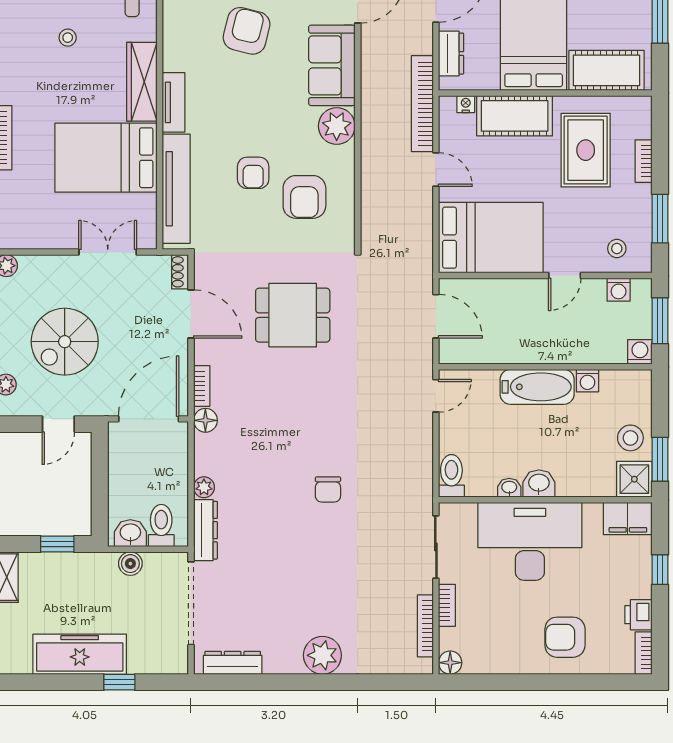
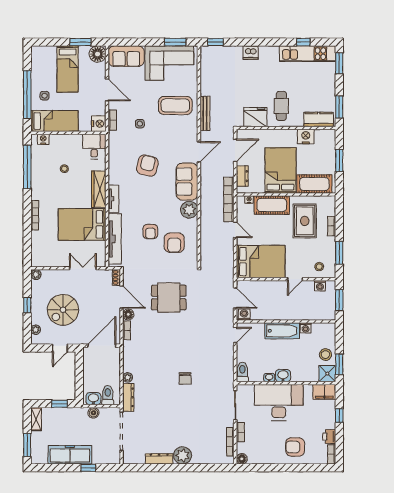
washing machine: (640, 352) -> (244, 315), moved
floor lamp: (205, 420) -> (128, 314), moved
dresser: (233, 663) -> (159, 459), moved

